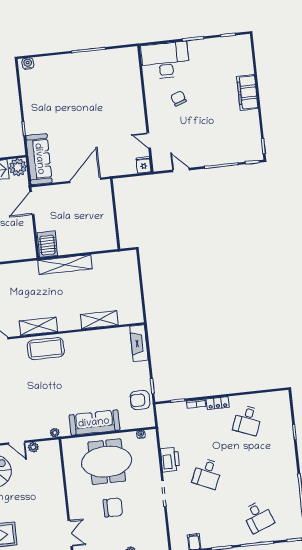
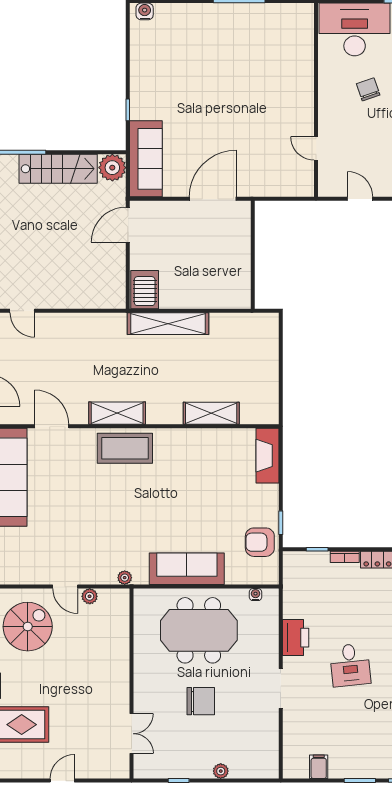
fridge: (144, 165) -> (304, 185), removed
desk: (207, 473) -> (350, 665), turned -30

